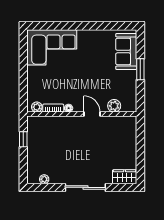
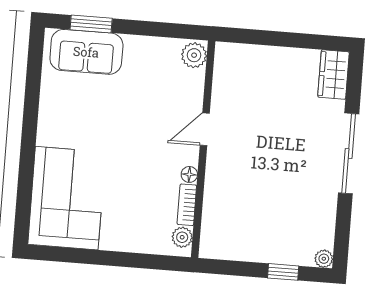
window: (140, 69) -> (91, 24), moved
plant: (114, 106) -> (194, 55), moved
window: (23, 139) -> (283, 272), moved
plant: (44, 179) -> (324, 259), moved

